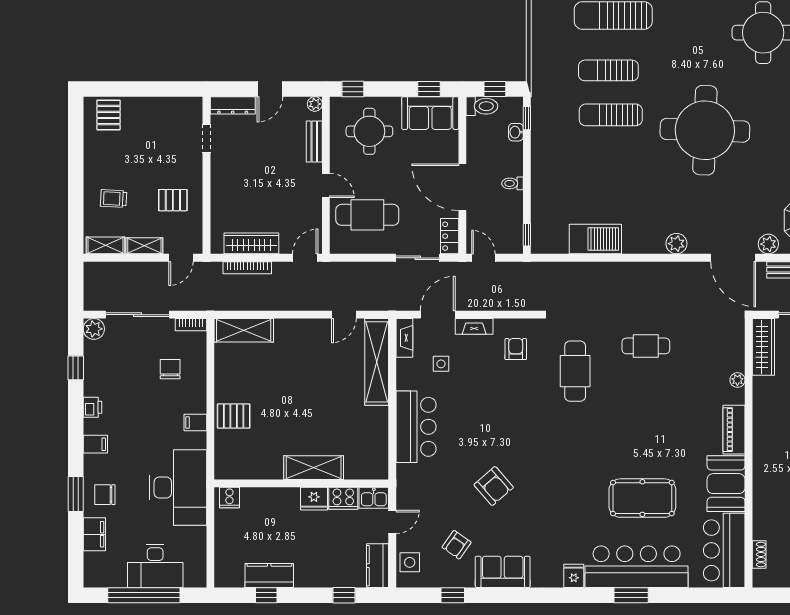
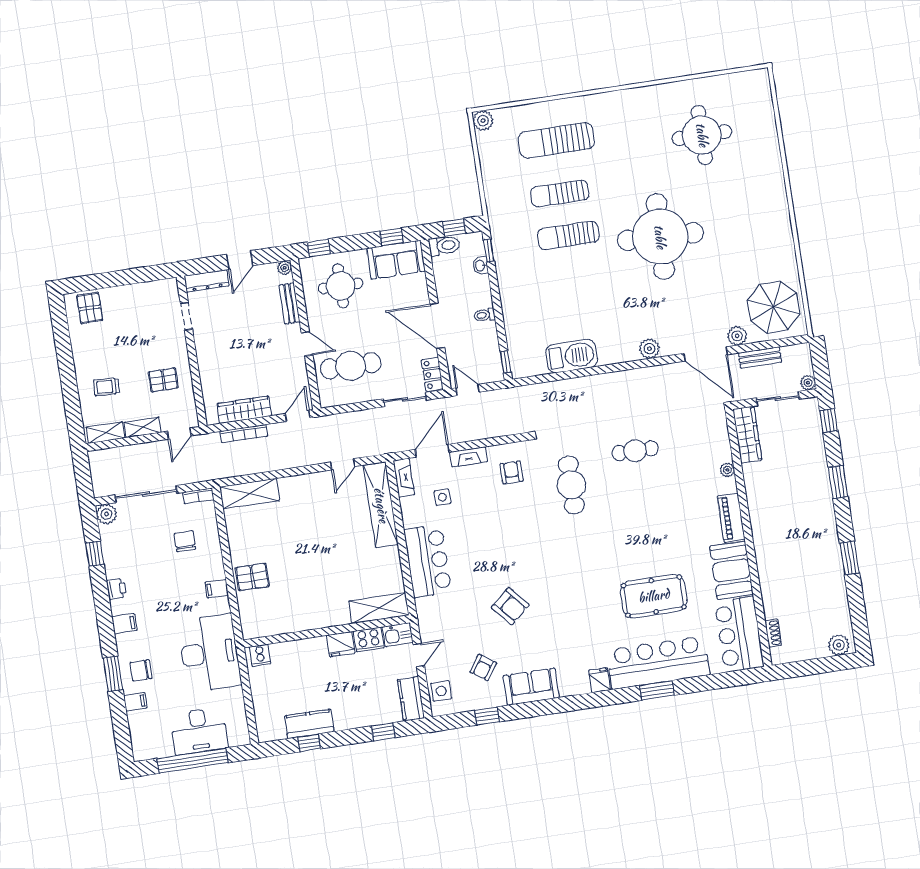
shelving: (314, 468) -> (379, 608), moved
filing cabinet: (94, 534) -> (135, 702), width x0.50

